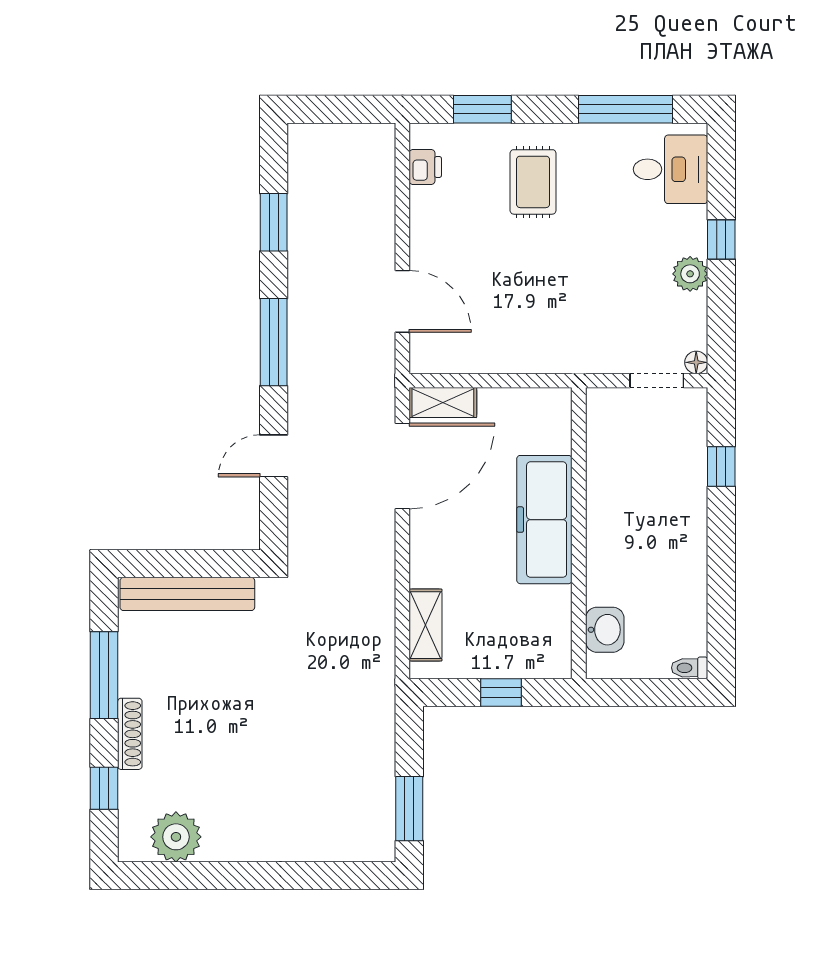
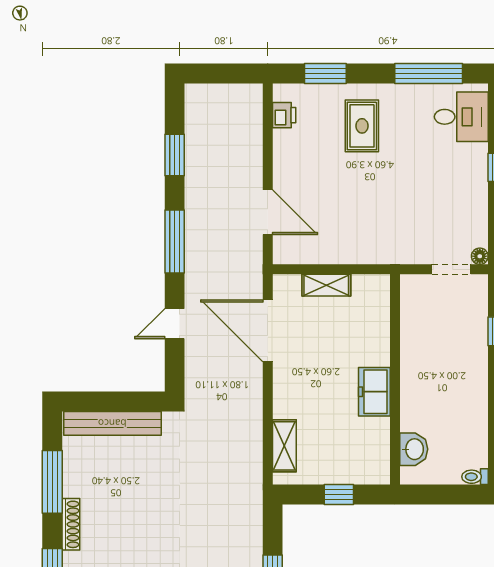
plant: (690, 274) -> (475, 192), removed
shelving: (443, 402) -> (326, 285), moved
door: (402, 466) -> (268, 331), swing flipped
freezer: (544, 520) -> (374, 392), width x0.52, depth x0.79

